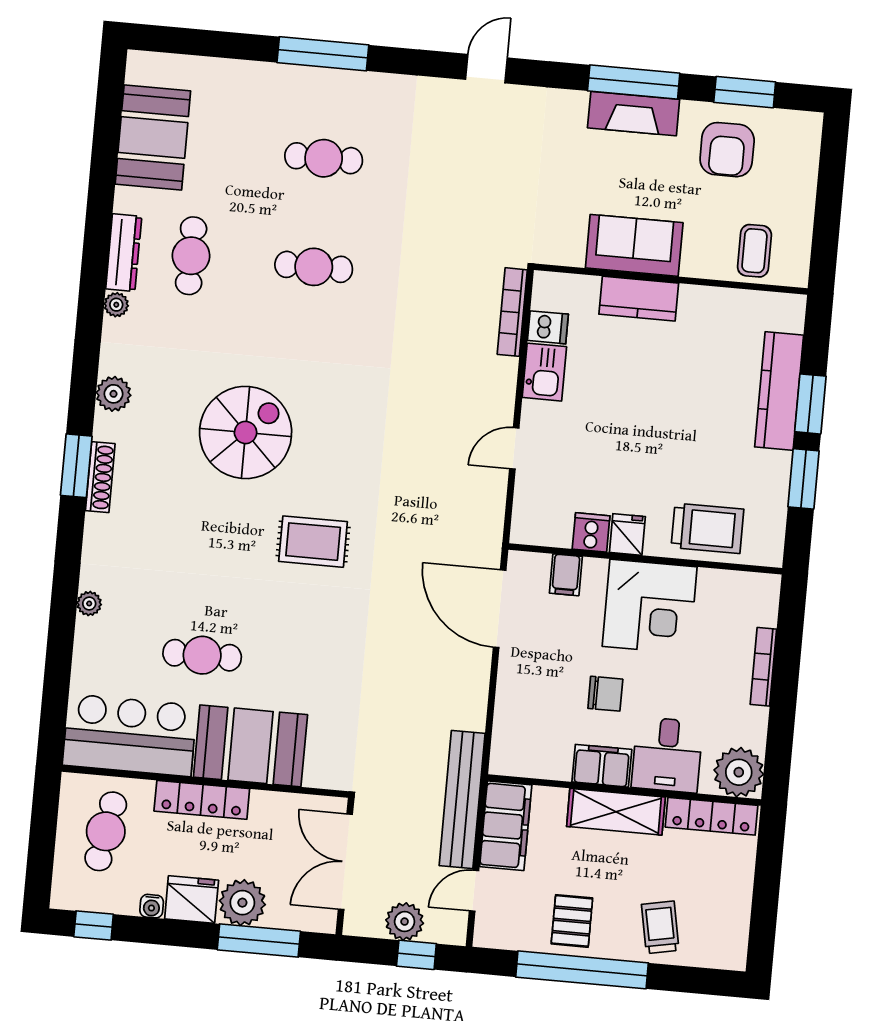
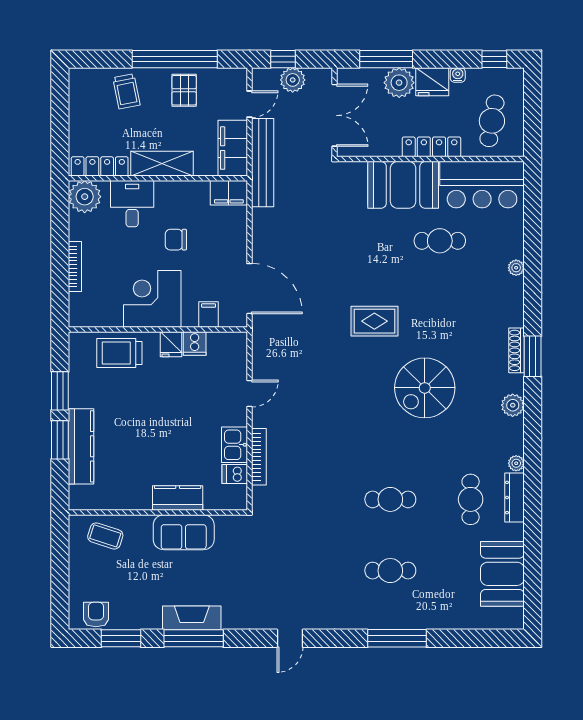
armchair: (727, 150) -> (96, 615), moved, width x0.72, depth x0.72
coffee table: (754, 251) -> (105, 536), turned -72
bookcase: (512, 312) -> (259, 457), moved
filing cabinet: (602, 766) -> (229, 193), moved

